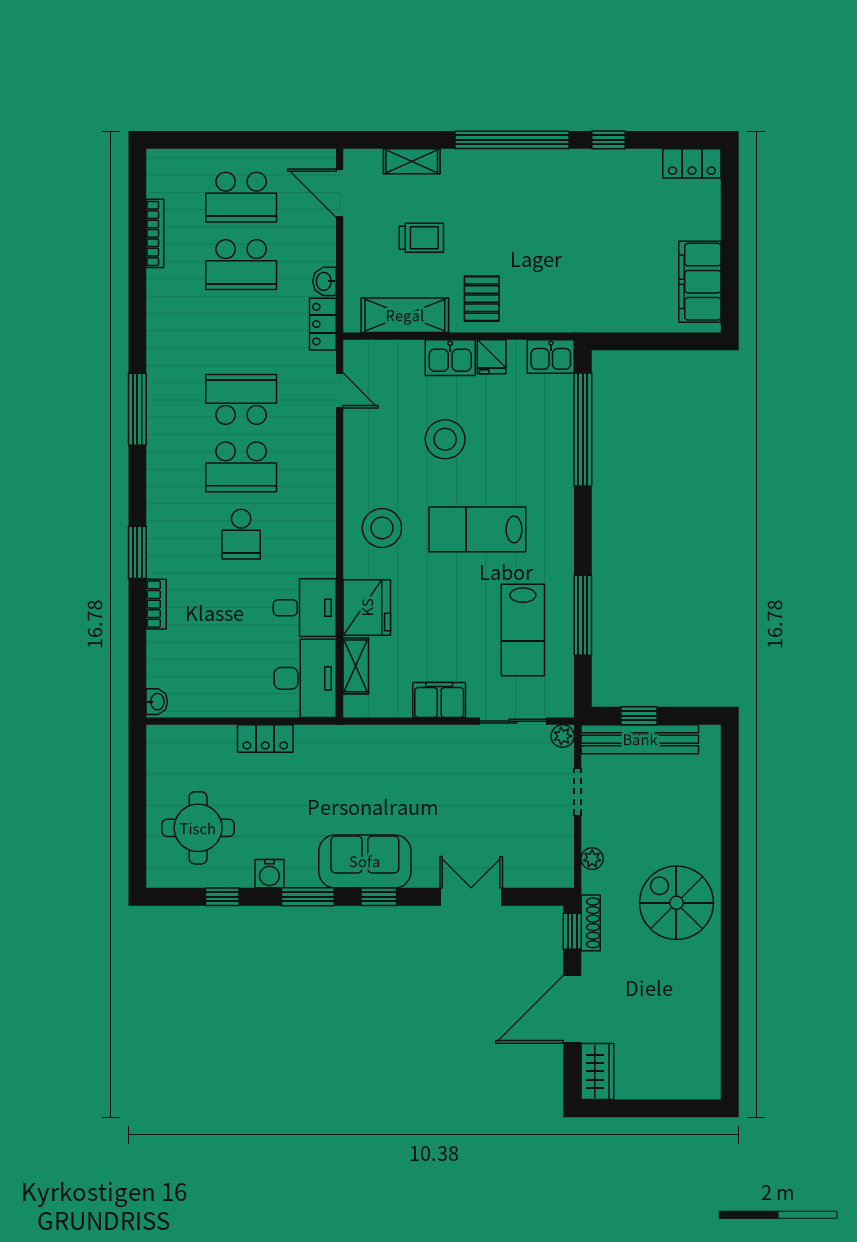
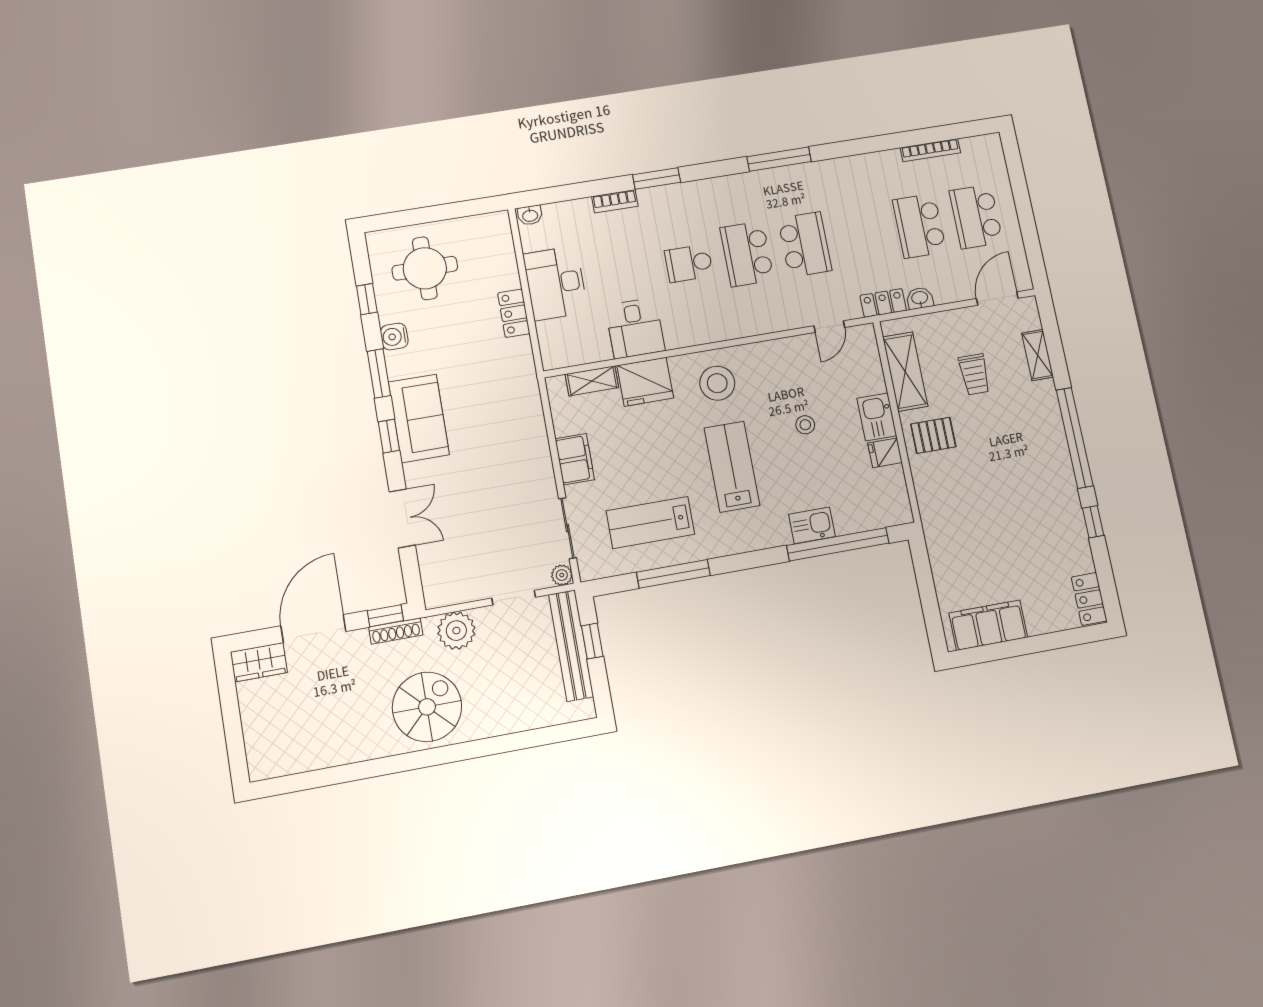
kitchen sink: (551, 357) -> (812, 525), moved, turned 90
stool: (445, 439) -> (805, 425), width x0.53, depth x0.53
desk: (305, 678) -> (556, 283), moved, turned 90
plant: (592, 859) -> (456, 631), width x1.88, depth x1.88
door: (572, 1009) -> (313, 629), hinge flipped

